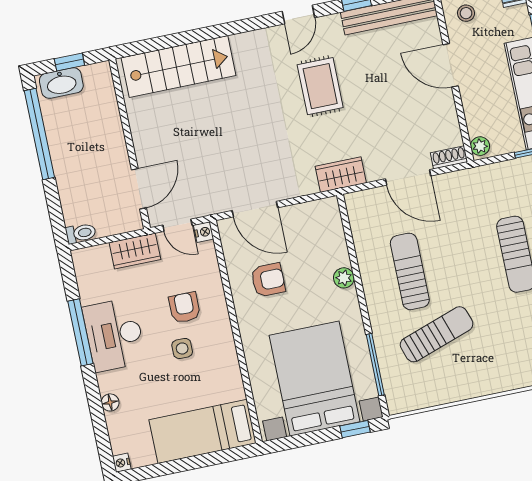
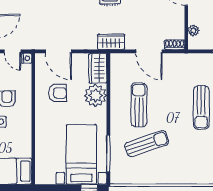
plant: (480, 146) -> (193, 30), moved
wardrobe: (328, 224) -> (98, 68), added
plant: (344, 278) -> (96, 96), width x1.88, depth x1.88
bed with nightstands: (315, 379) -> (81, 154), width x0.73

